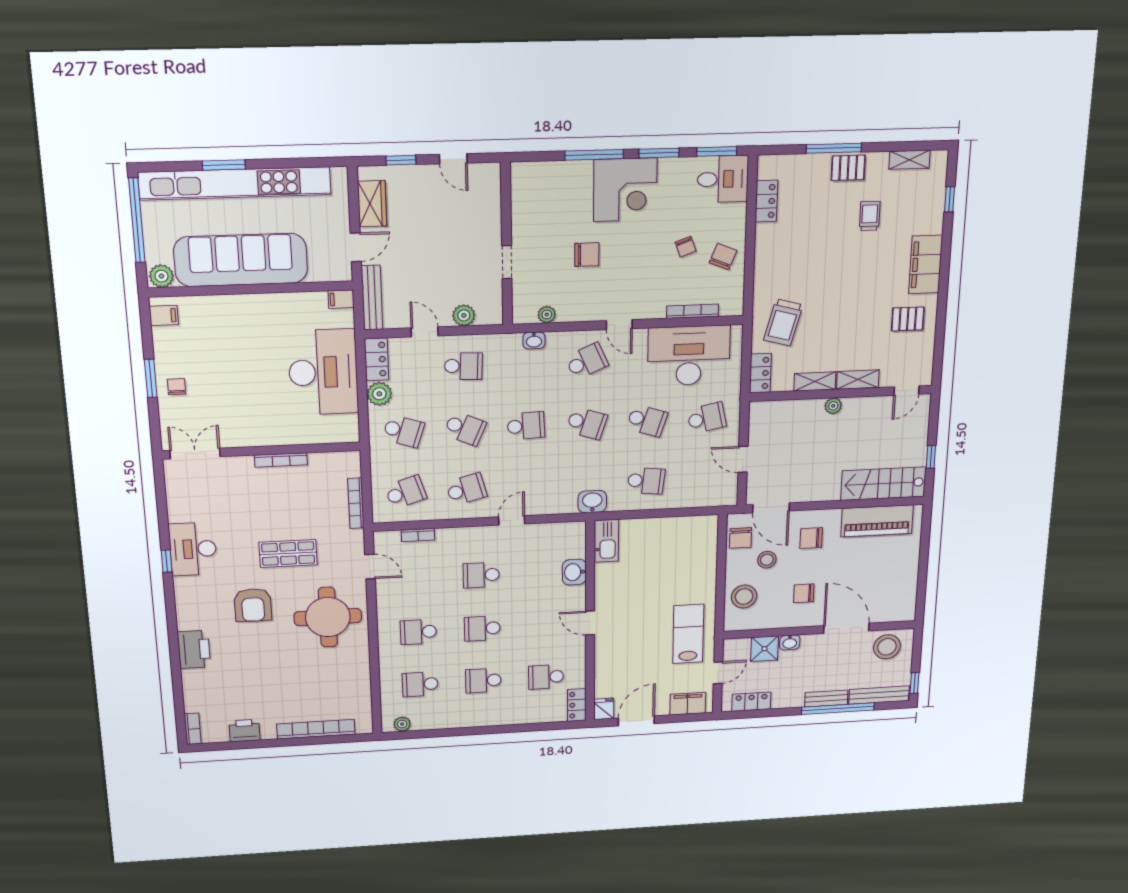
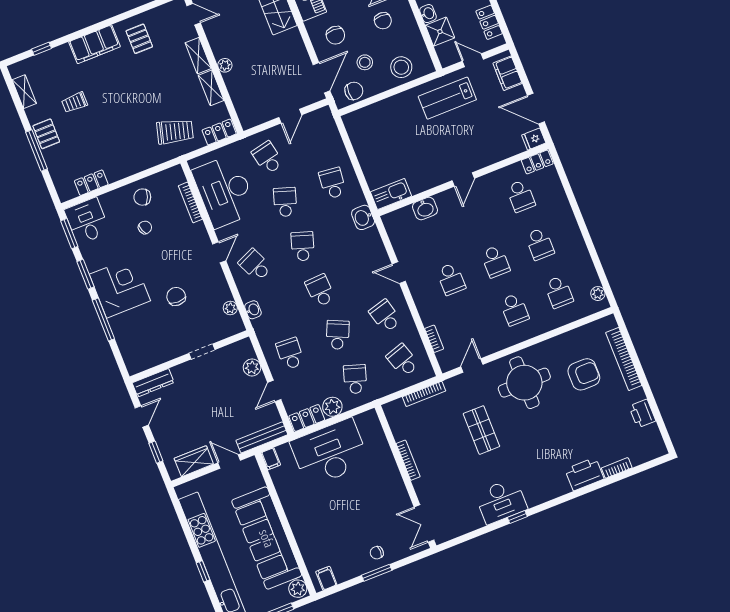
window: (224, 165) -> (203, 571), width x0.67
dresser: (491, 188) -> (153, 383), added
armchair: (253, 605) -> (584, 374), moved
bookcase: (193, 729) -> (617, 468), moved

